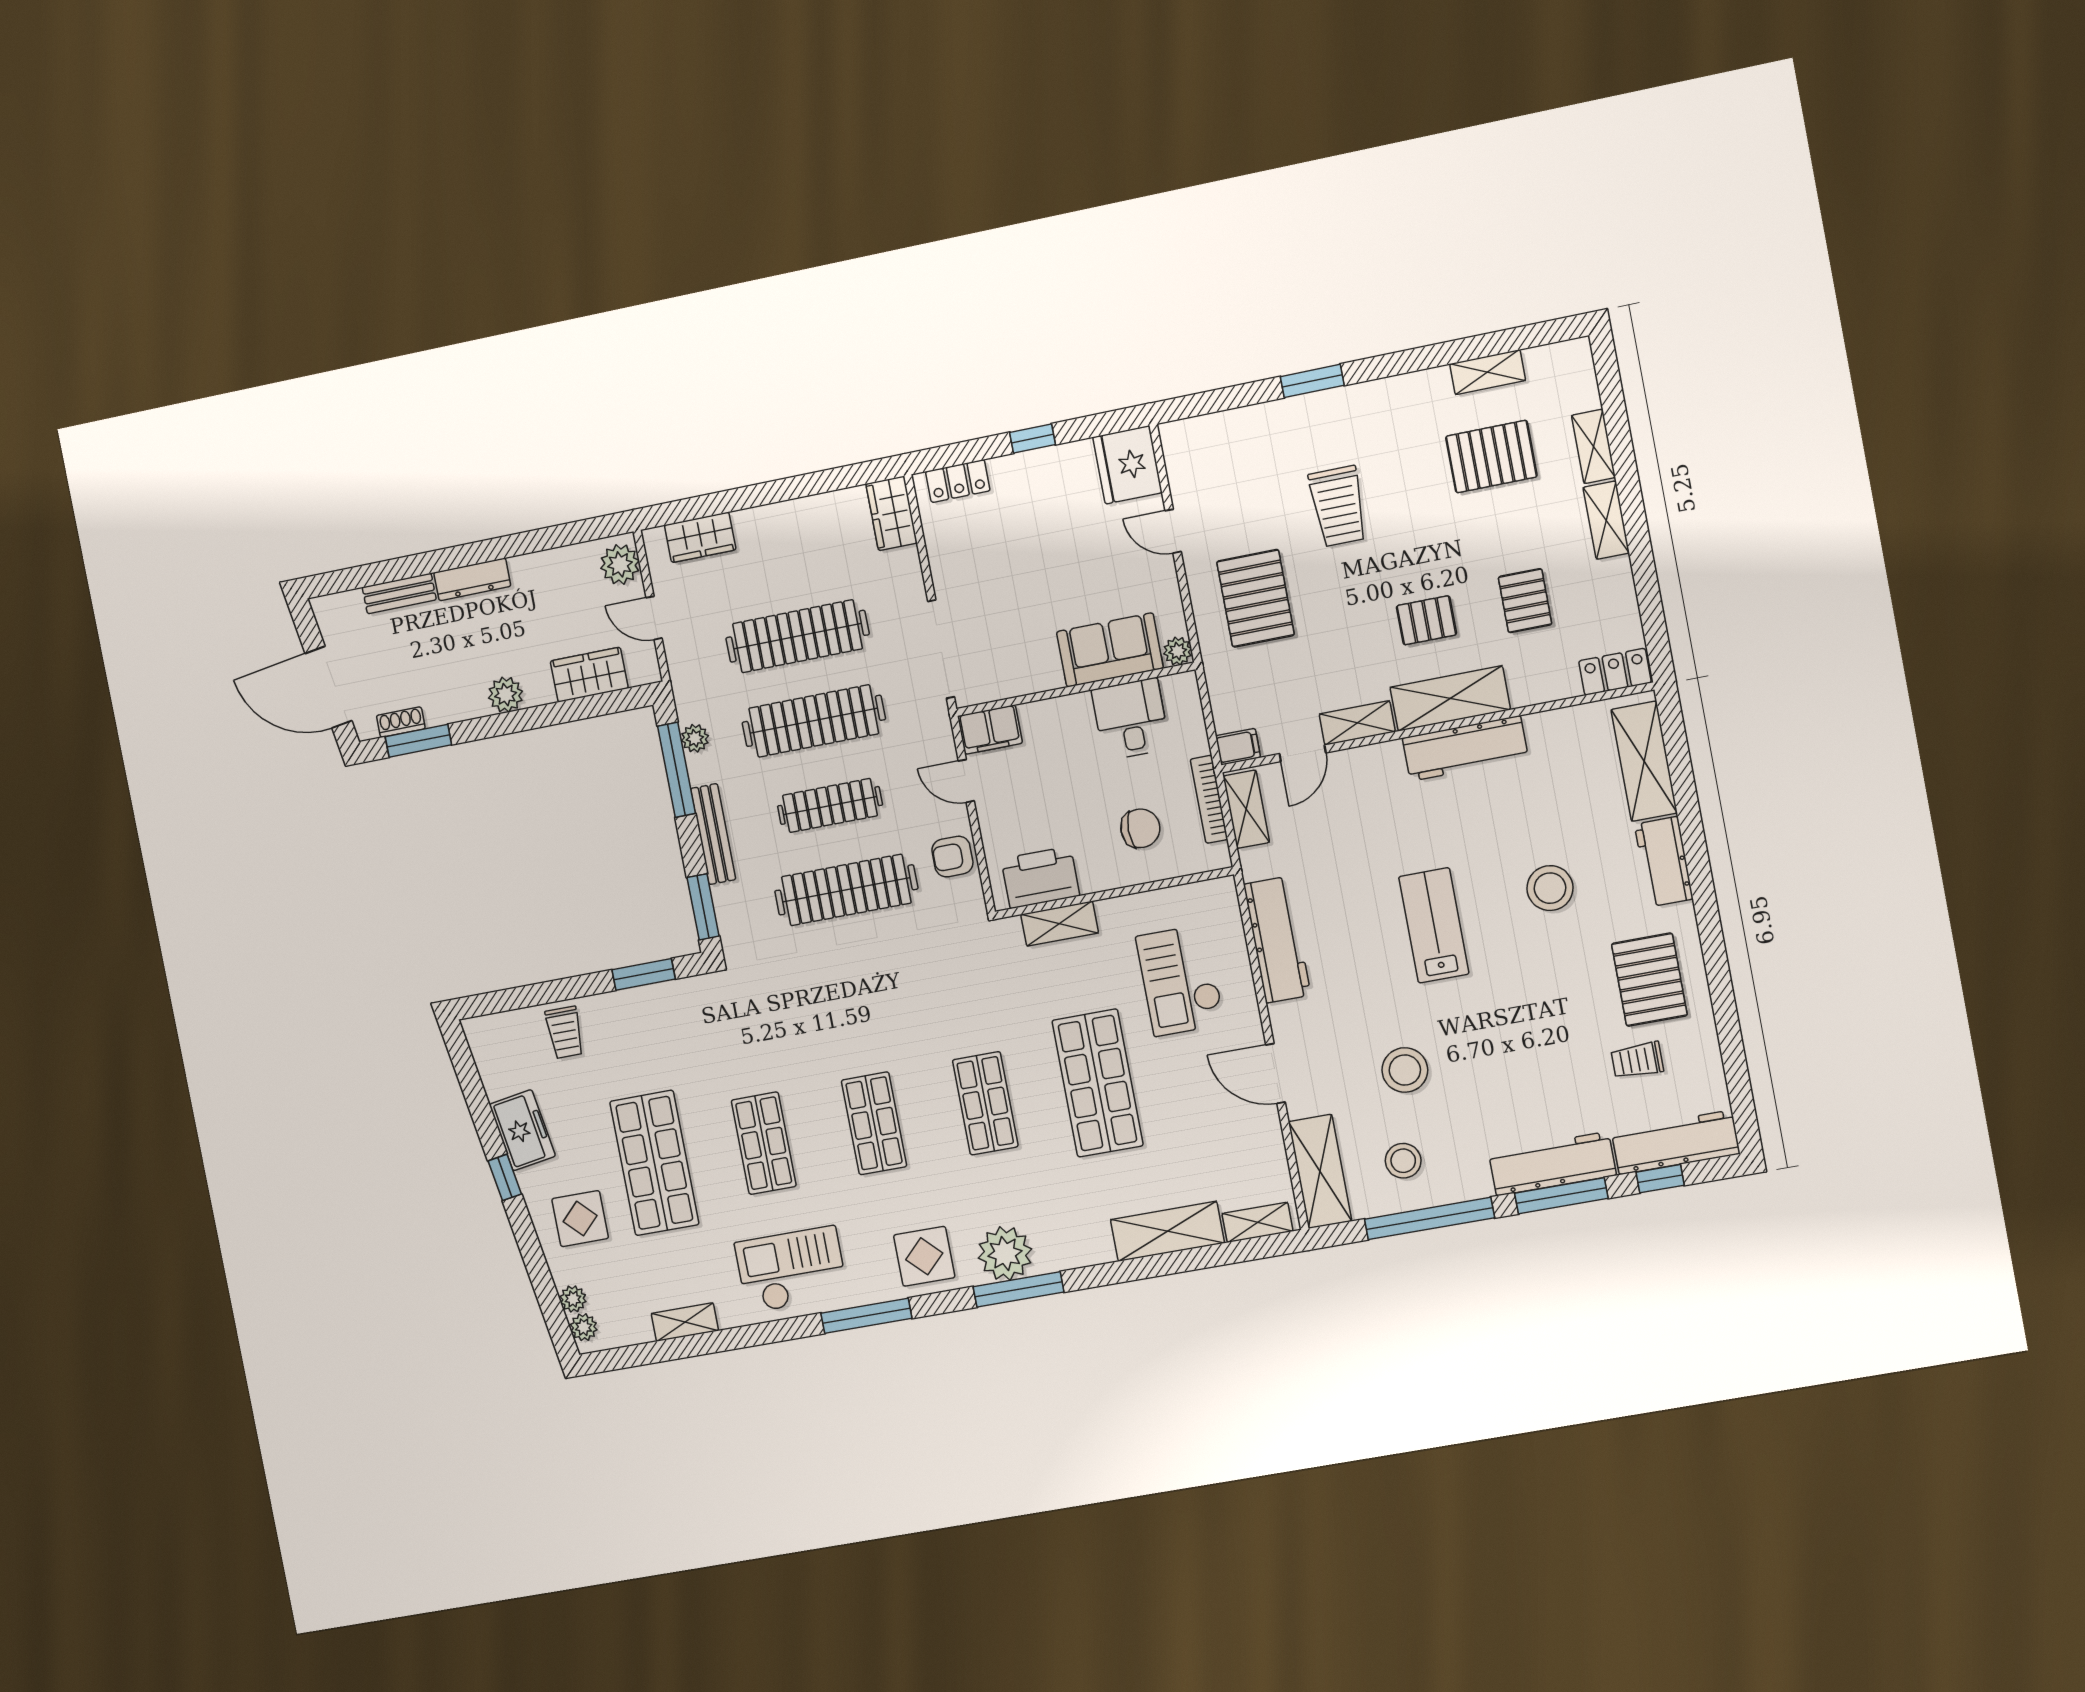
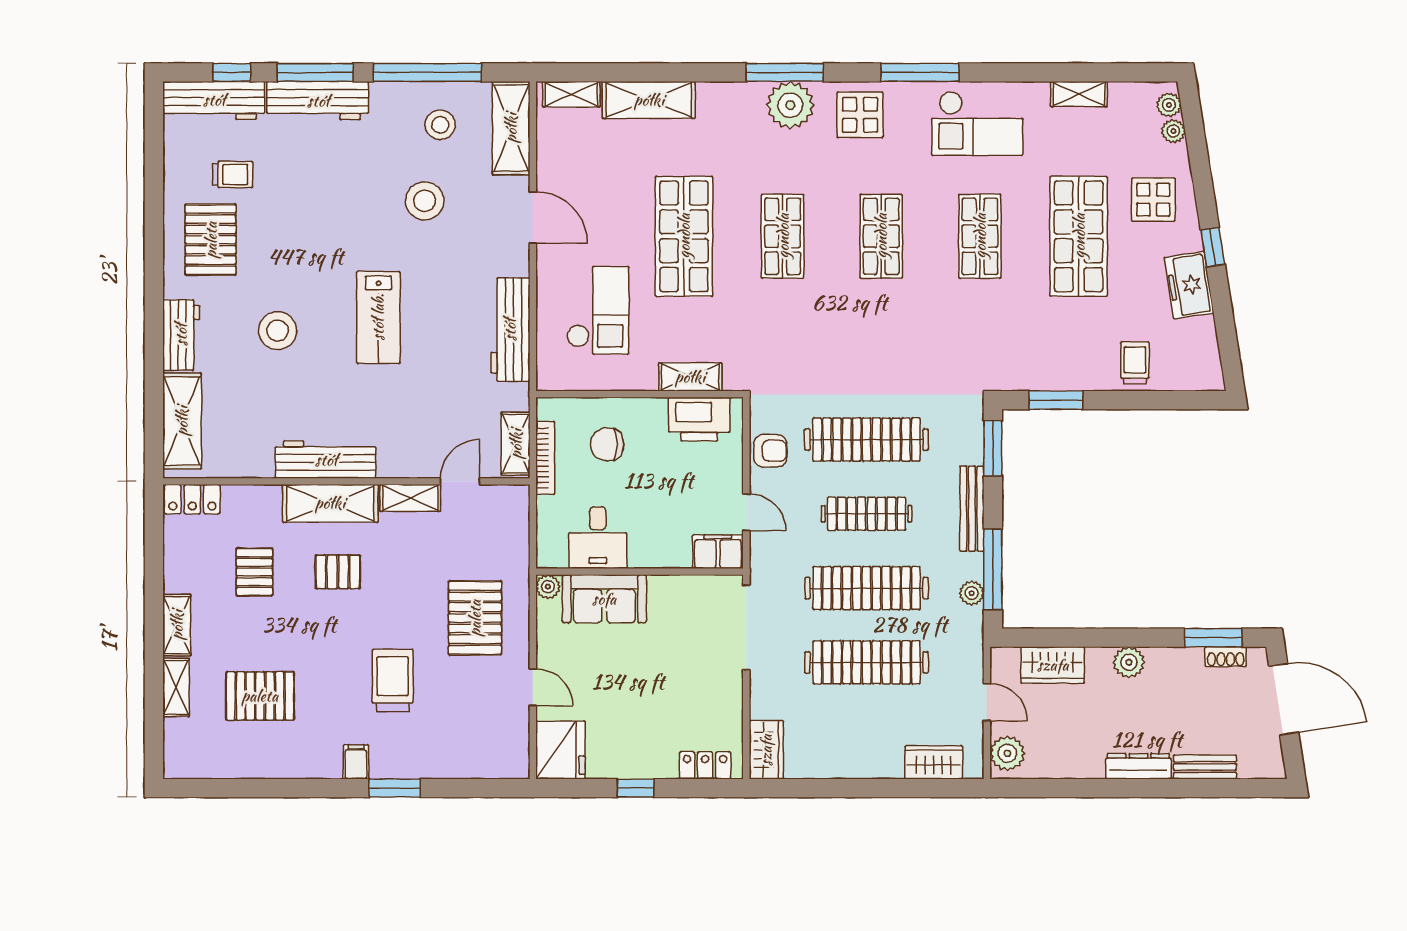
shelving: (1488, 372) -> (250, 766), removed
filing cabinet: (1238, 747) -> (356, 762), moved, turned 90

